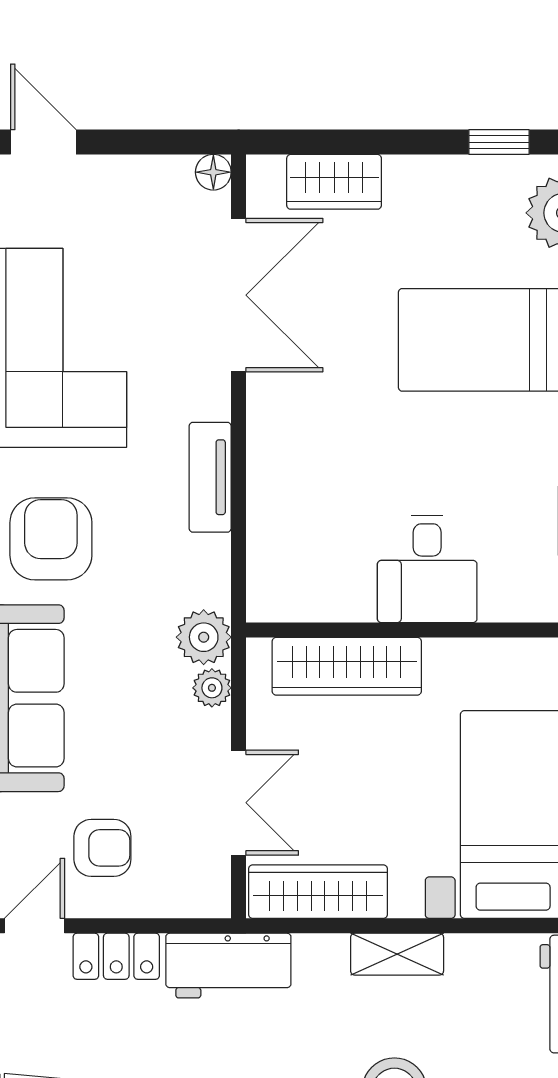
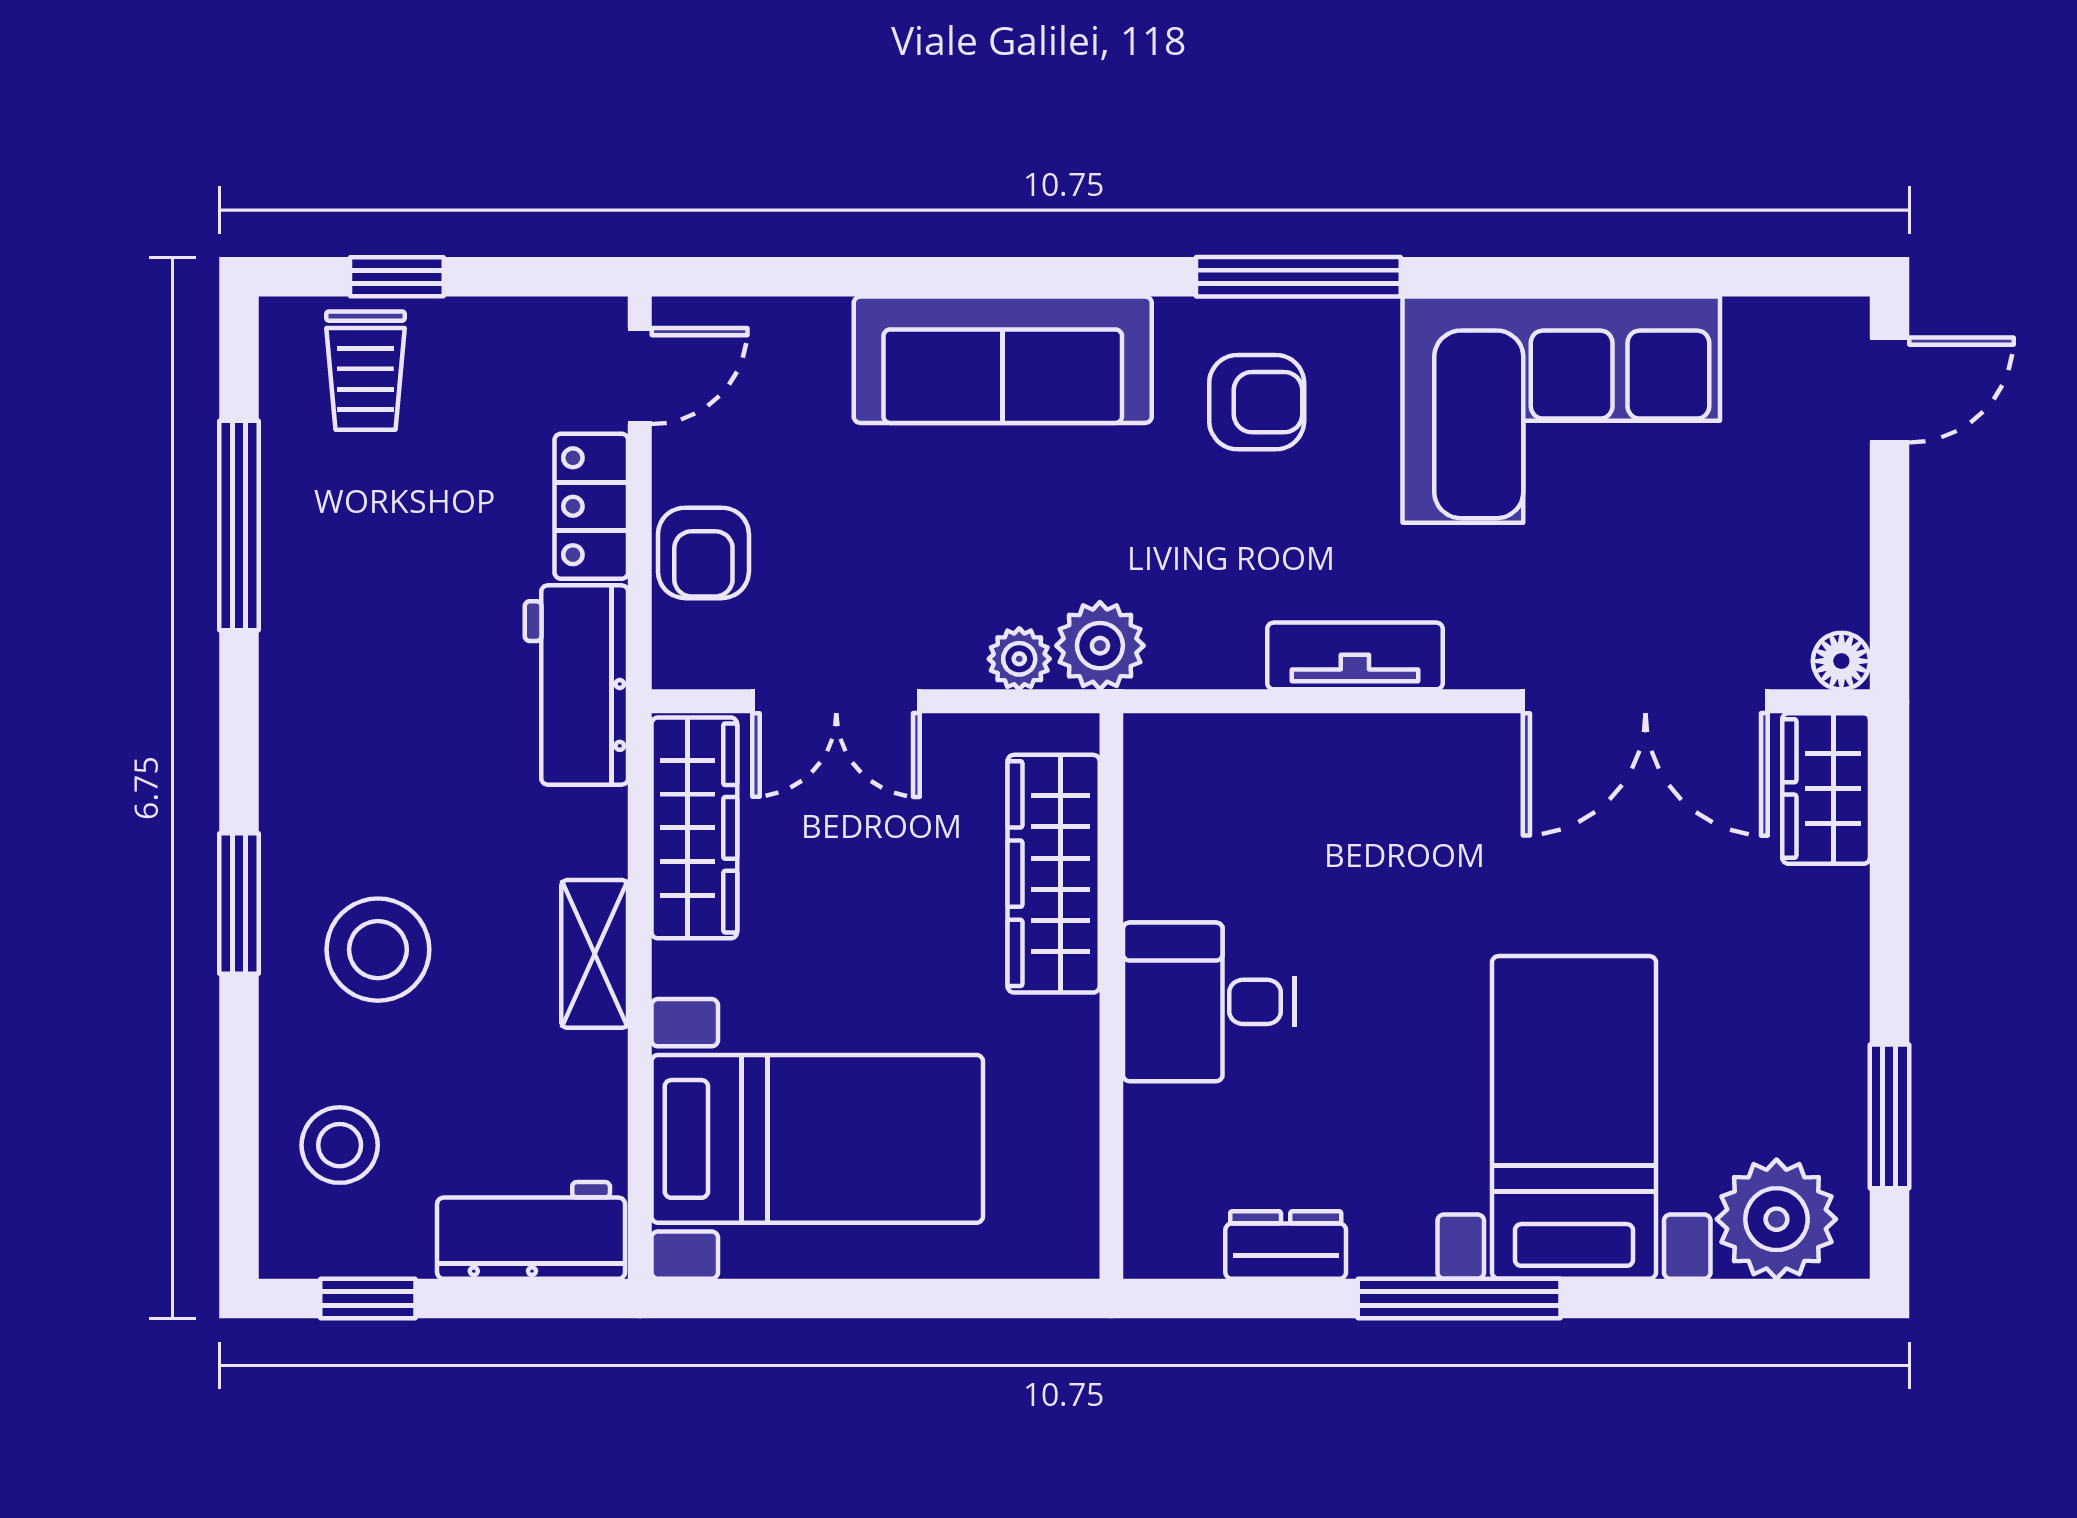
window: (499, 142) -> (1889, 1116), width x1.50
wardrobe: (334, 182) -> (1826, 788), moved
armchair: (51, 539) -> (1257, 402), width x0.72, depth x0.72
armchair: (102, 848) -> (703, 553), moved
door: (35, 926) -> (640, 376), hinge flipped

